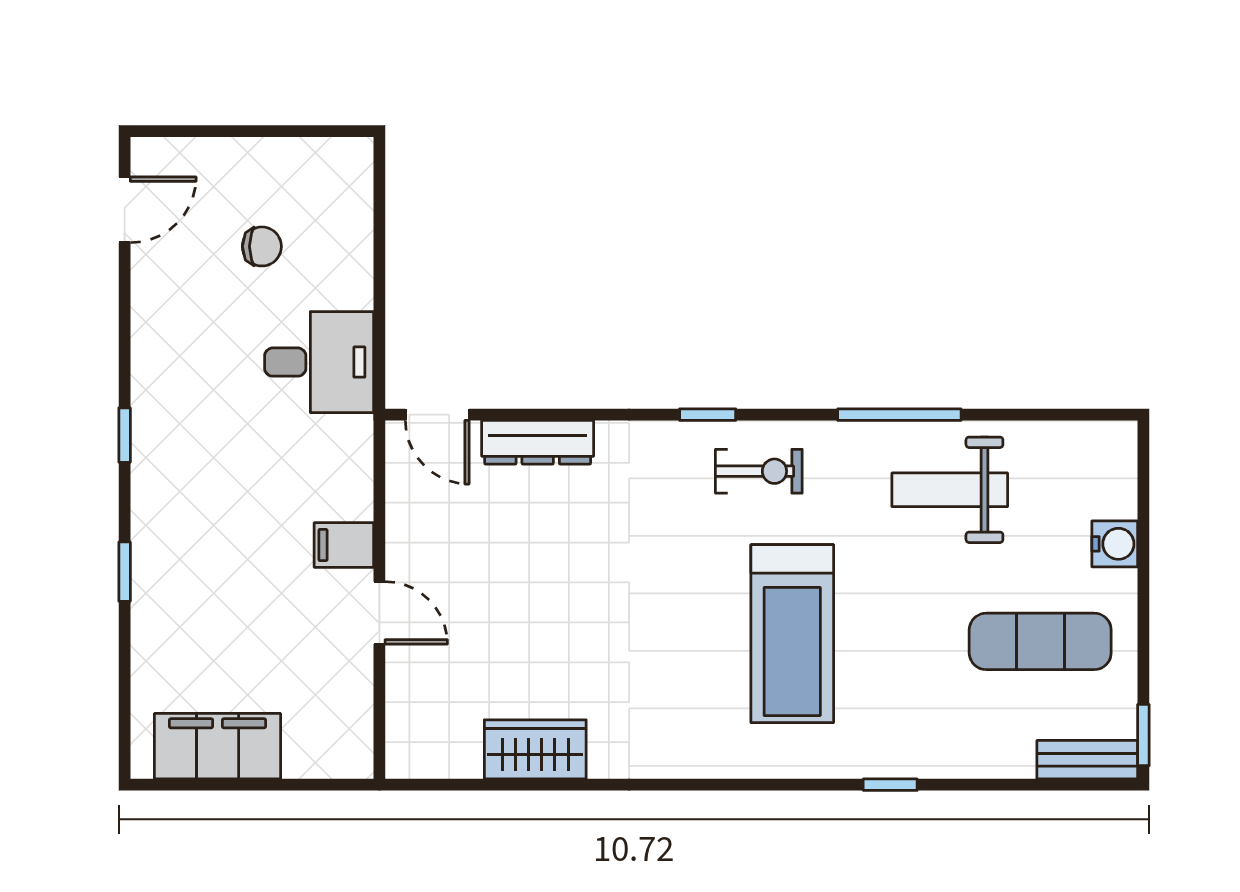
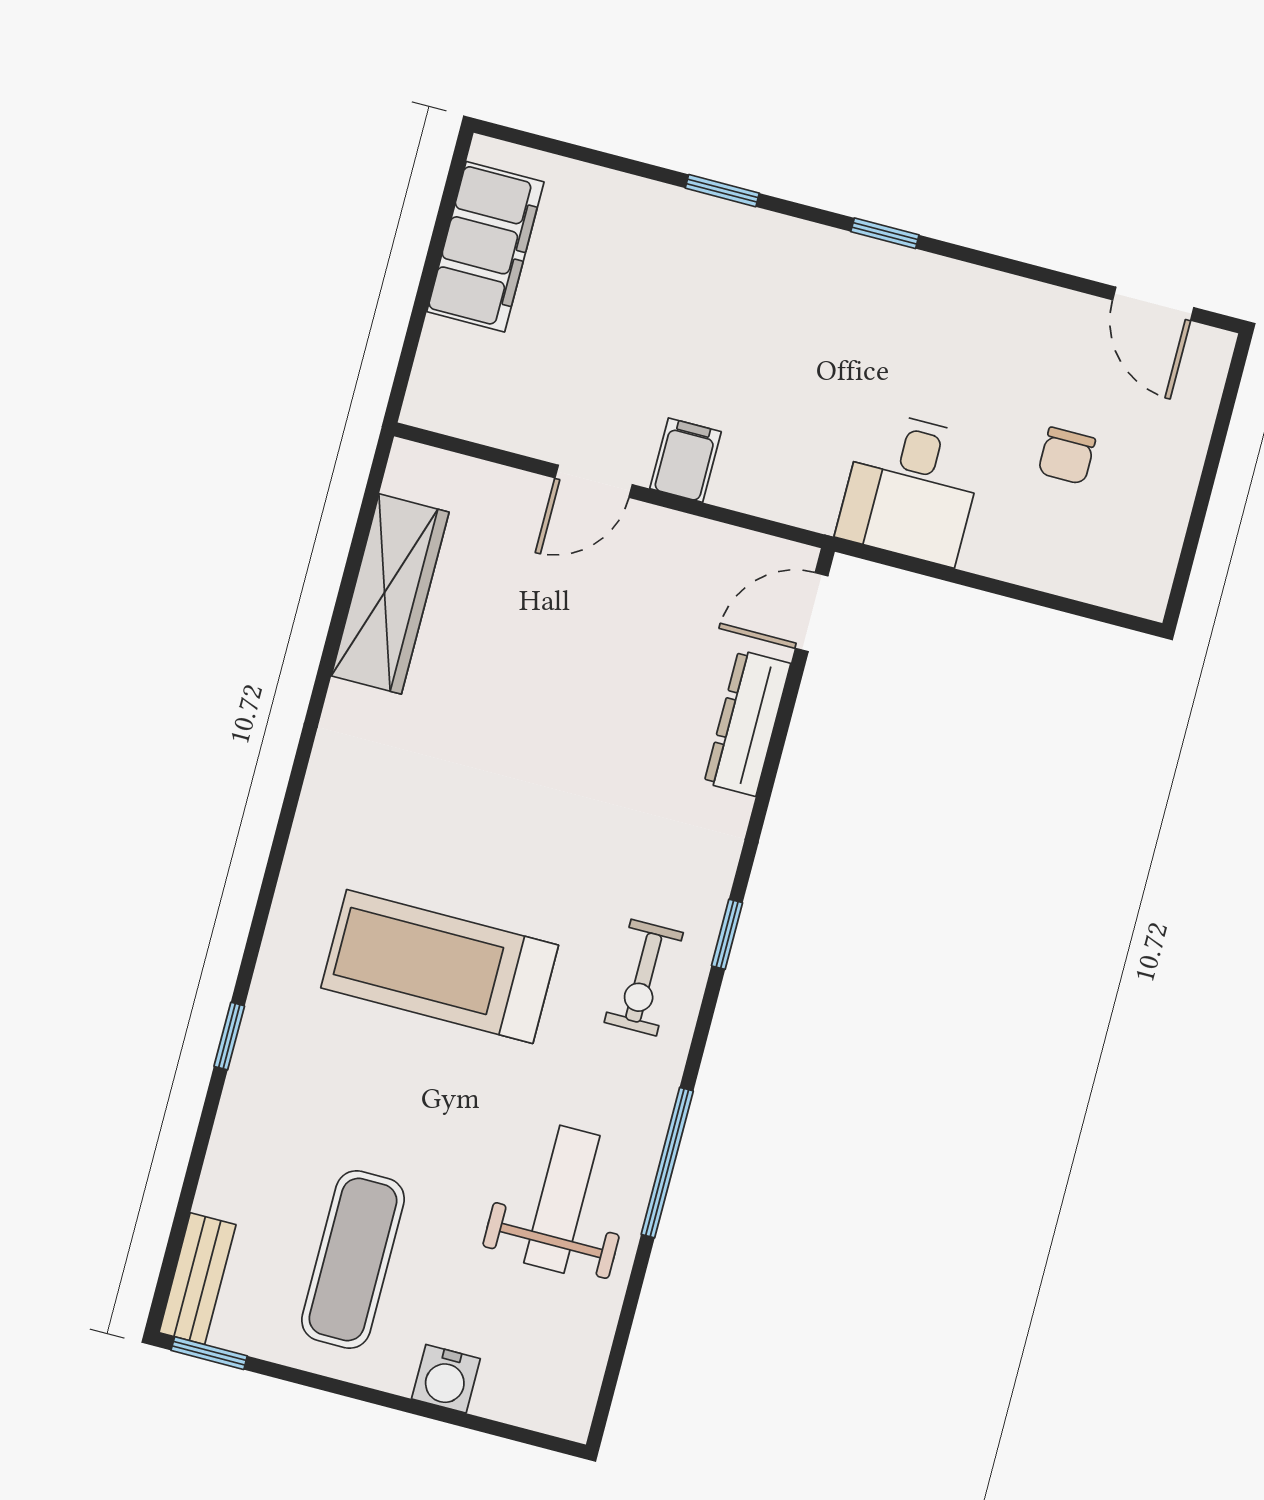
wardrobe: (535, 749) -> (390, 594), width x1.50

